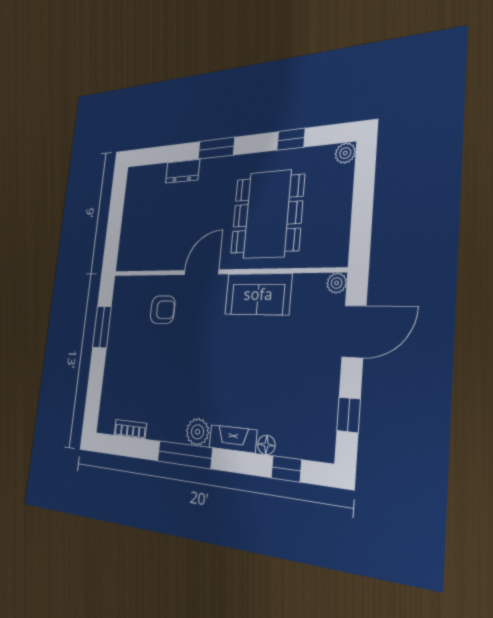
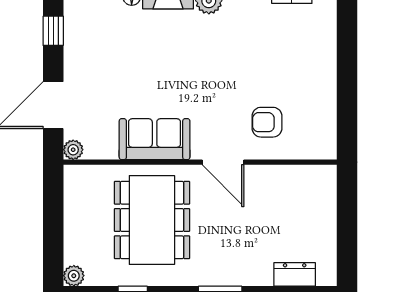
dresser: (183, 171) -> (295, 274), moved
door: (201, 272) -> (223, 162), hinge flipped
window: (102, 327) -> (347, 102), removed

